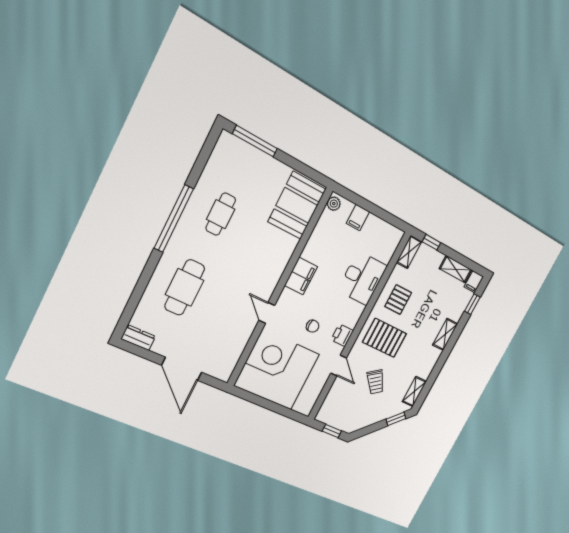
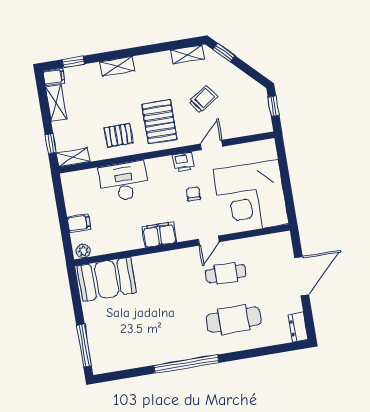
cafe table: (221, 214) -> (226, 273), moved

